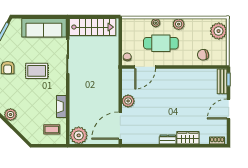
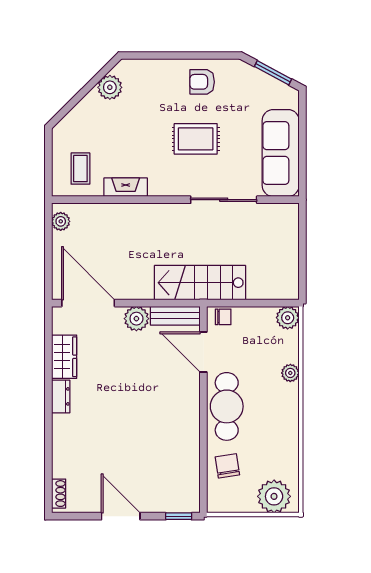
plant: (179, 24) -> (288, 318), moved
stairs: (92, 27) -> (200, 283), moved, turned 90
cafe table: (161, 43) -> (227, 406), moved
rug: (37, 71) -> (196, 139), turned 90
bench: (222, 81) -> (175, 316), moved
plant: (79, 135) -> (61, 221), width x0.53, depth x0.53
wardrobe: (188, 138) -> (64, 357), moved

